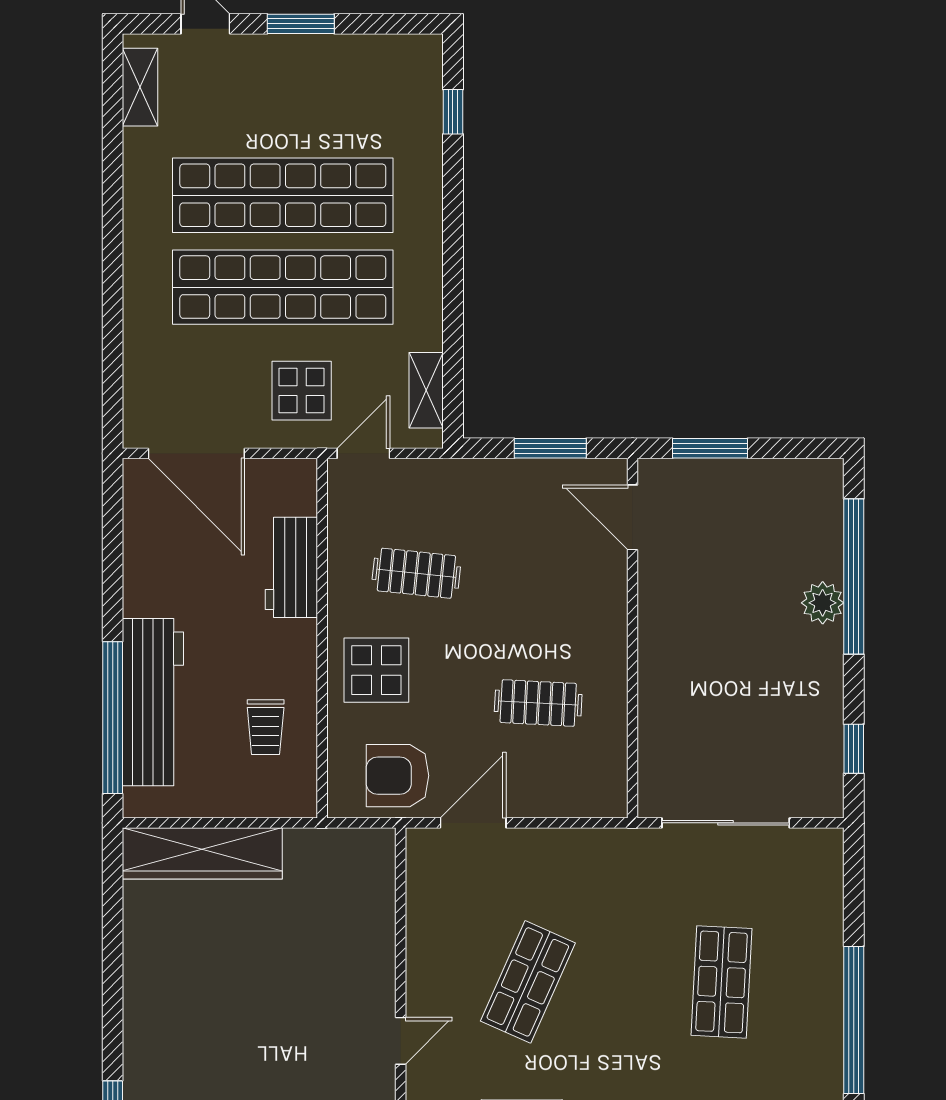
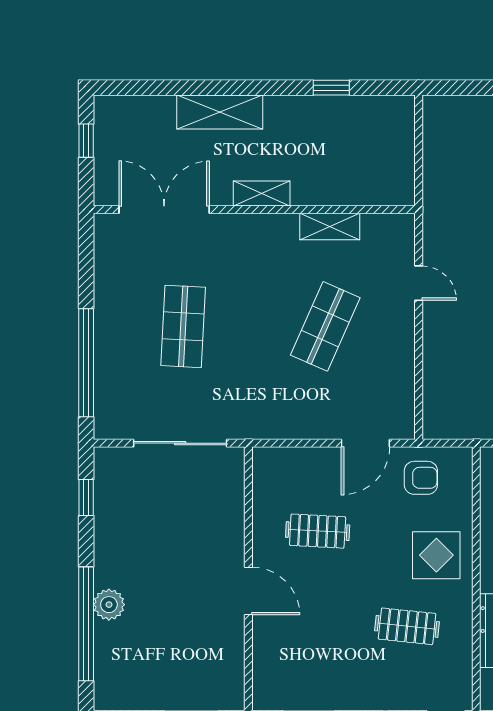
door: (633, 517) -> (248, 591), moved
armchair: (397, 776) -> (421, 478), width x0.72, depth x0.72
window: (854, 1020) -> (86, 363), moved
door: (401, 1041) -> (419, 283), swing flipped

